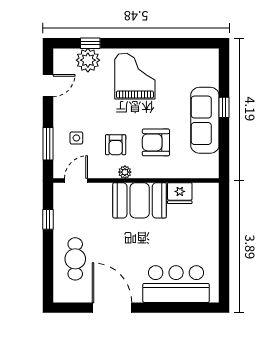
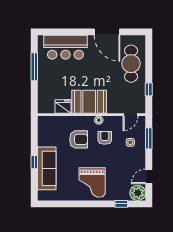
plant: (88, 60) -> (138, 193), moved
sofa: (205, 120) -> (47, 168), moved
window: (224, 254) -> (34, 67), added
cafe table: (75, 259) -> (131, 64), width x1.37, depth x1.35

